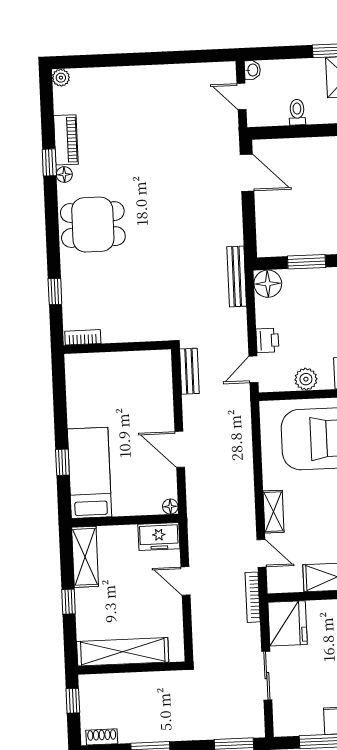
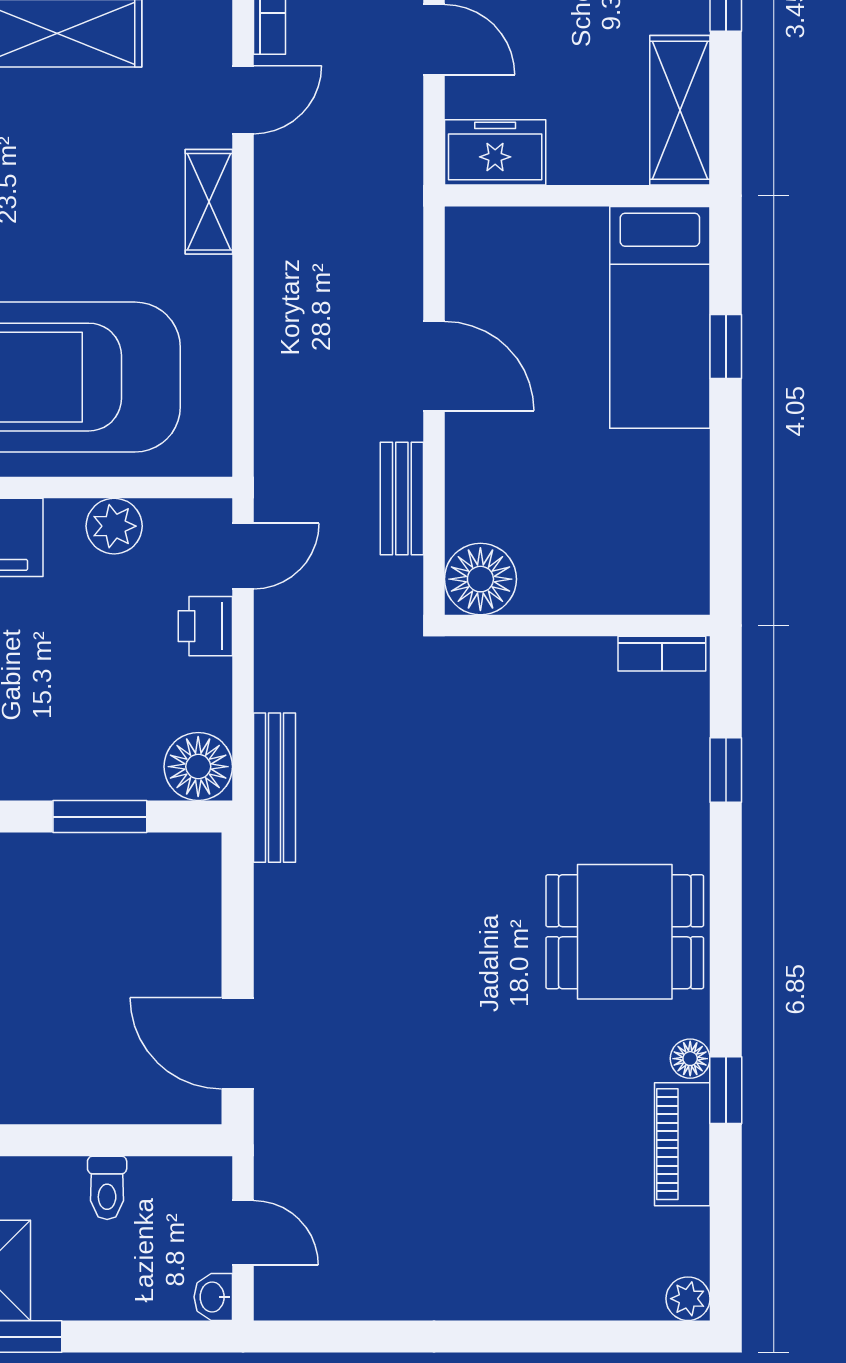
bench: (189, 371) -> (402, 499), moved
floor lamp: (170, 507) -> (480, 579), moved, width x1.89, depth x1.89
door: (261, 553) -> (243, 100), swing flipped

